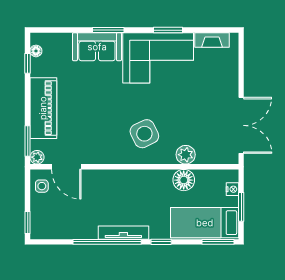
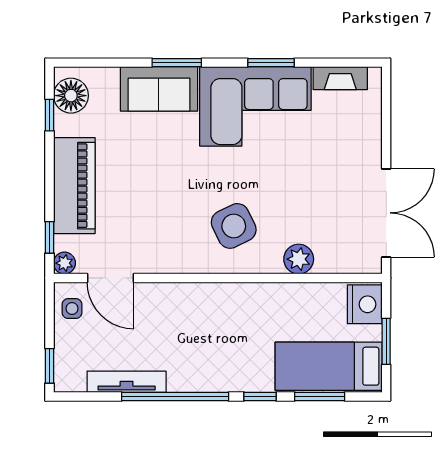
floor lamp: (36, 51) -> (71, 96), width x1.89, depth x1.89
window: (28, 141) -> (49, 237), width x0.67
floor lamp: (184, 180) -> (296, 299), removed
nightstand: (232, 189) -> (365, 304), width x1.89, depth x1.79
tv unit: (123, 233) -> (127, 382), moved
window: (218, 242) -> (320, 397), moved

